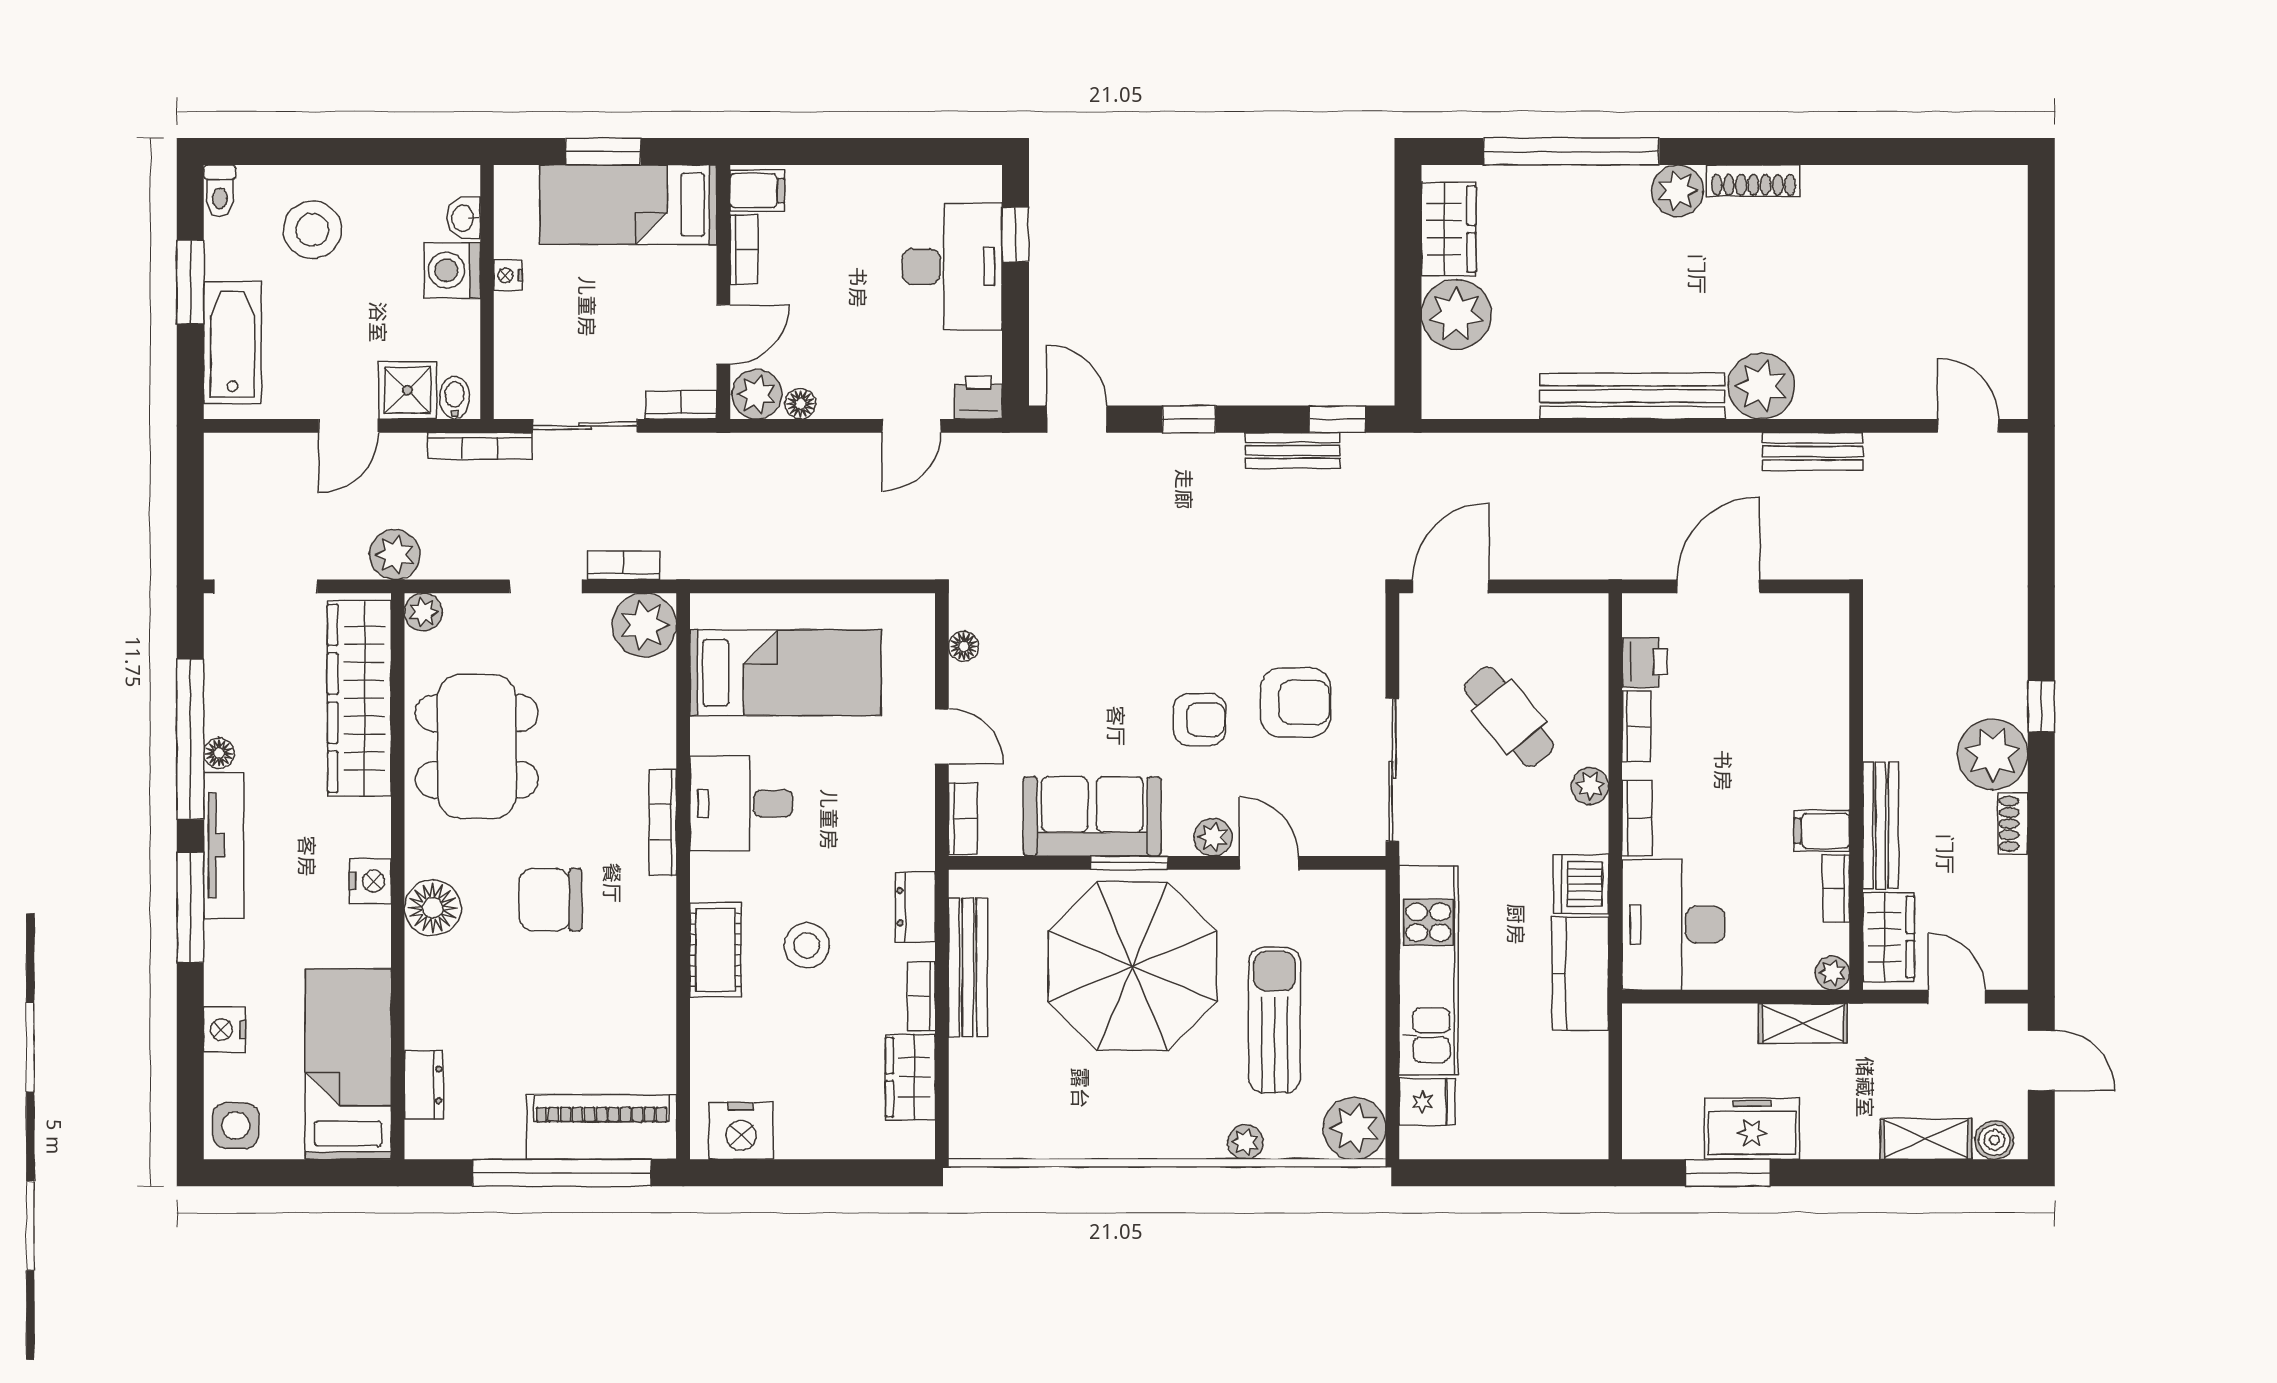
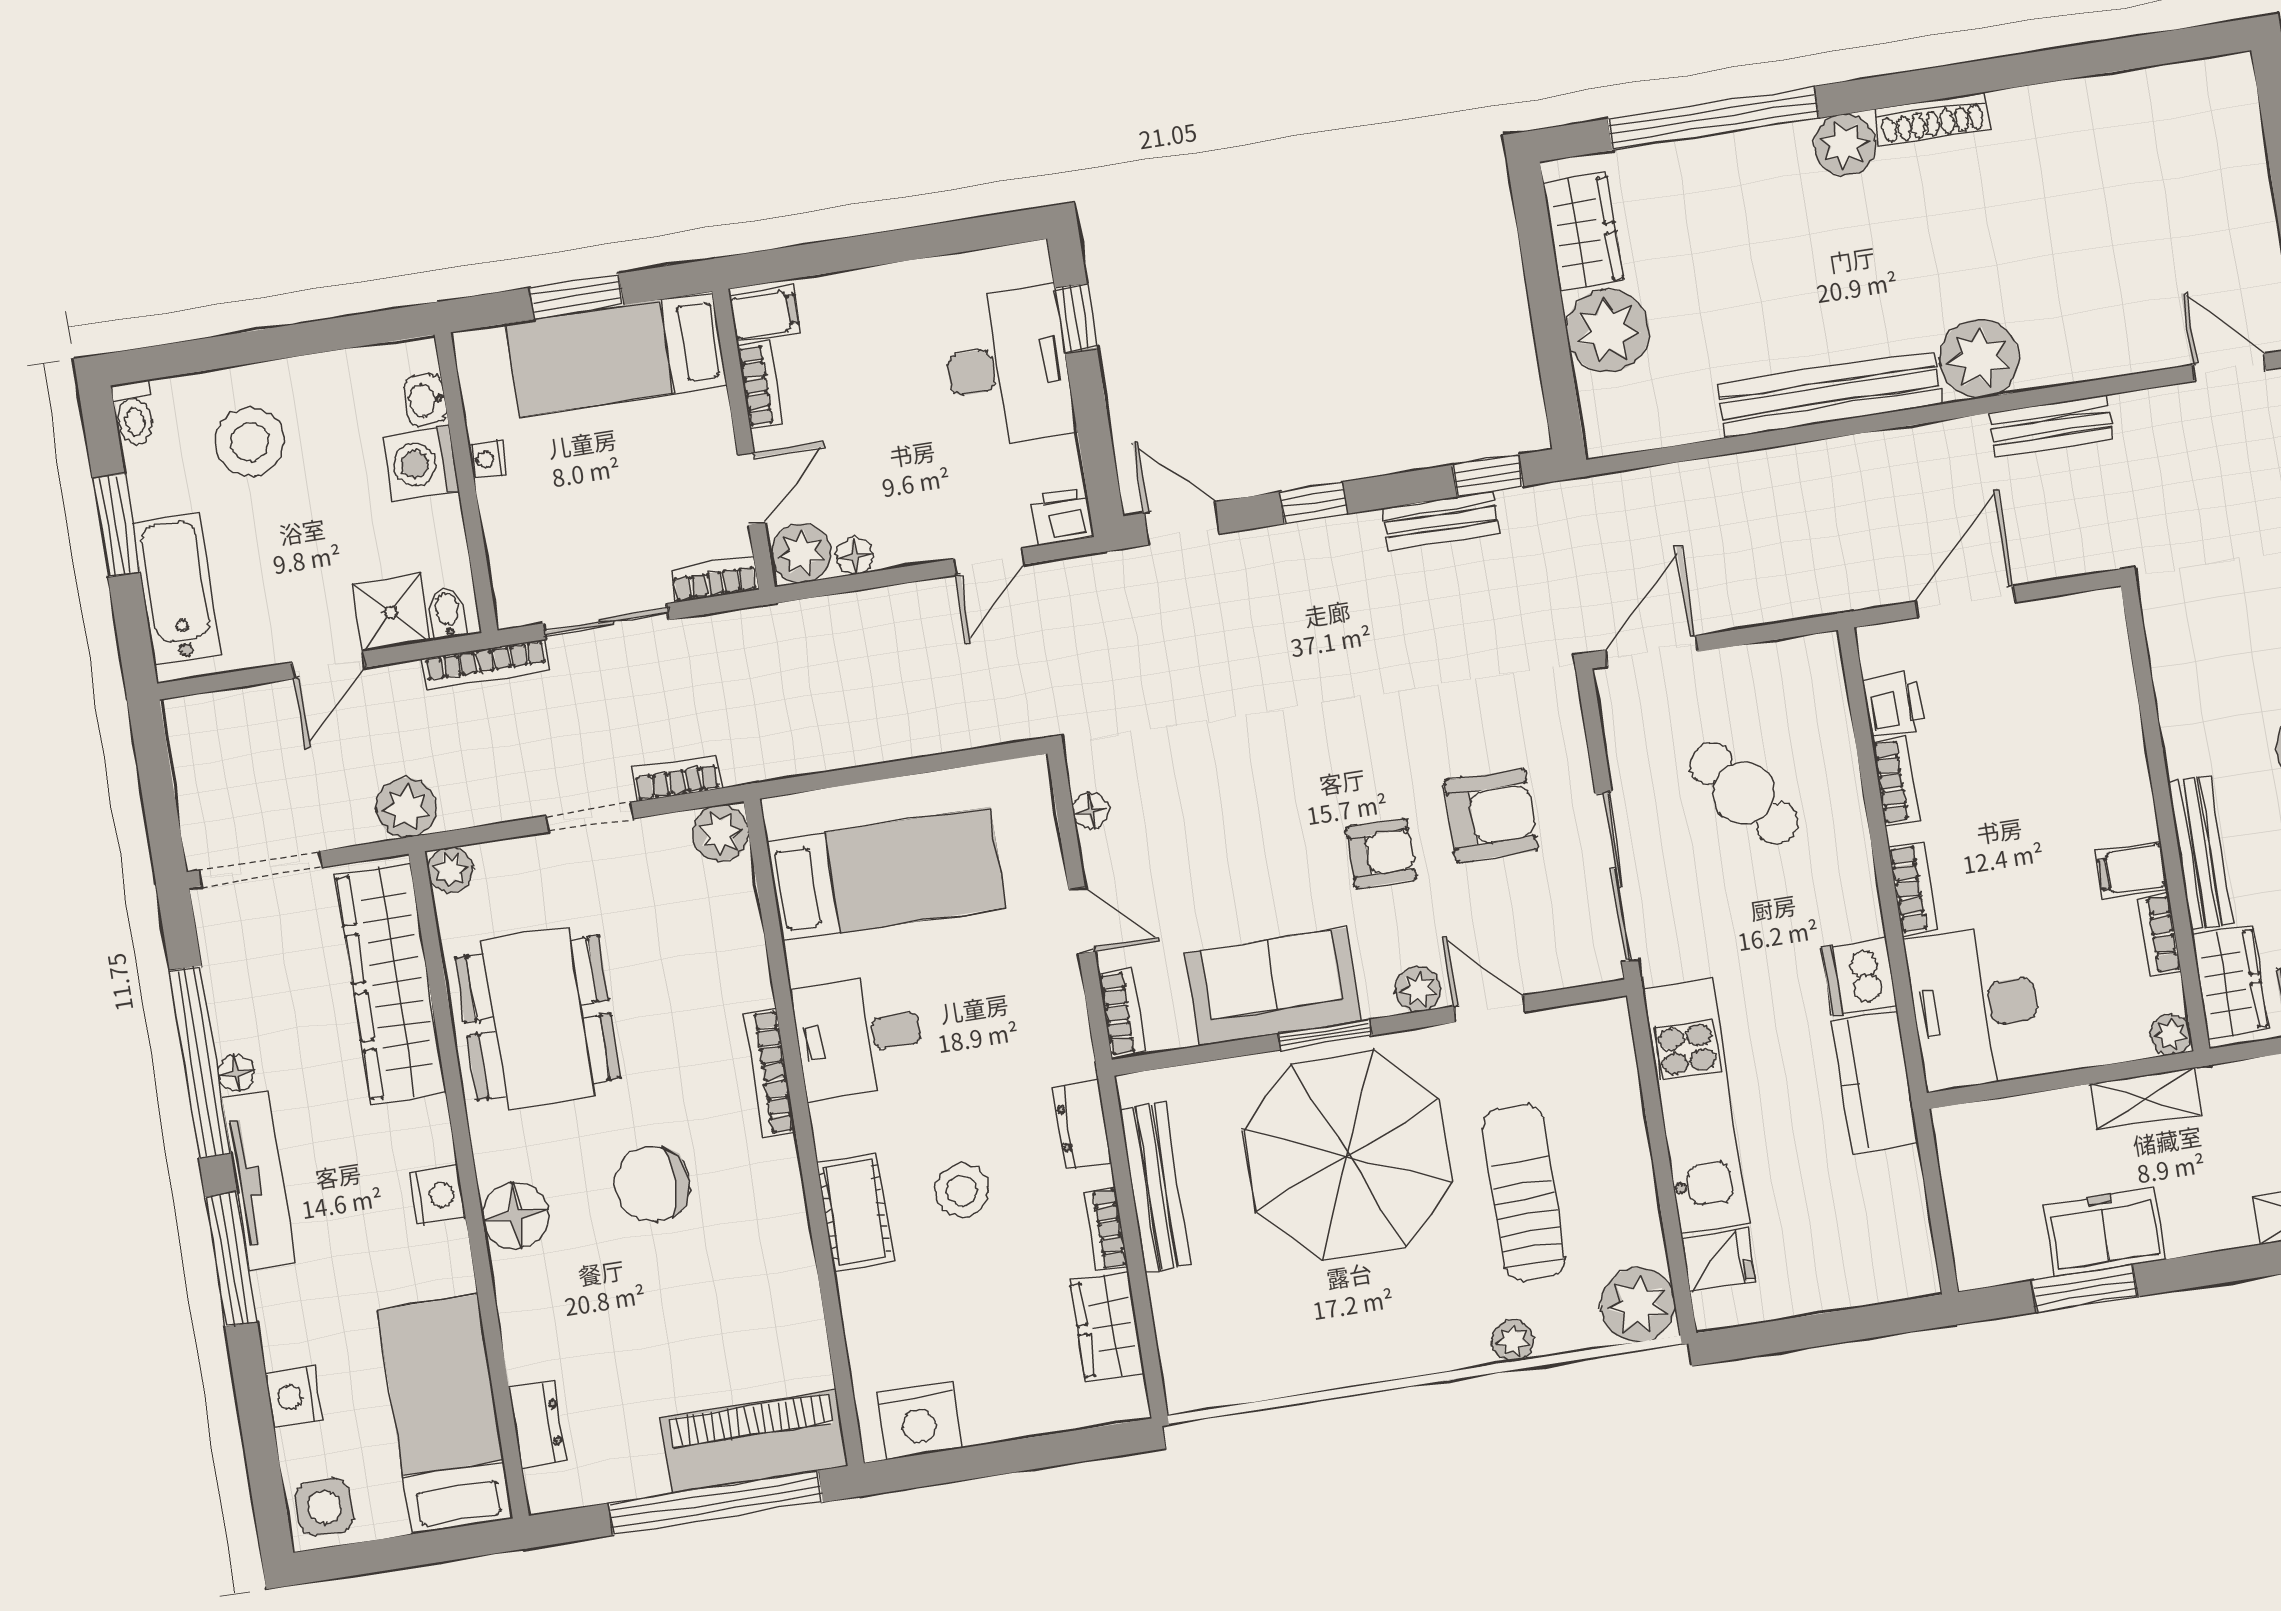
plant: (644, 625) -> (721, 833), width x0.73, depth x0.73
plant: (1590, 786) -> (1852, 860), removed

